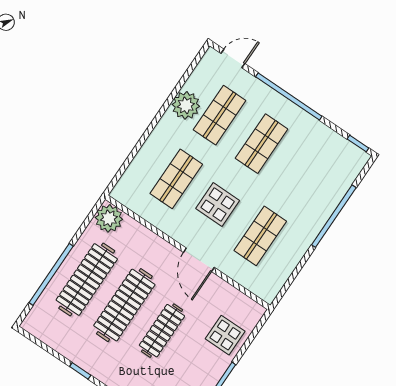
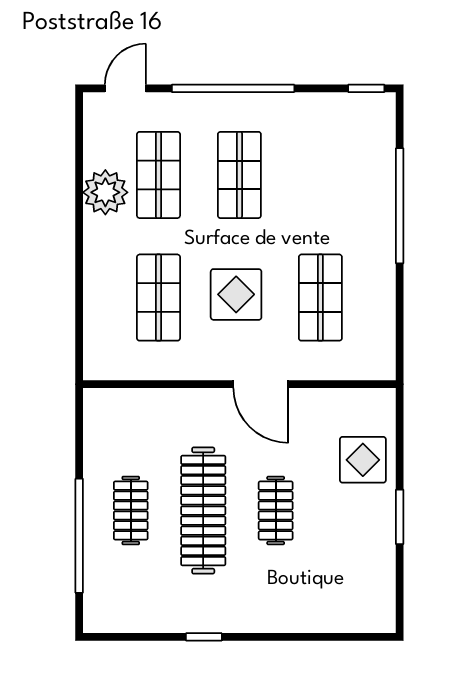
plant: (109, 218) -> (105, 410), removed
clothes rail: (87, 280) -> (131, 511), width x0.54, depth x0.76
clothes rail: (162, 331) -> (276, 511), width x0.73

